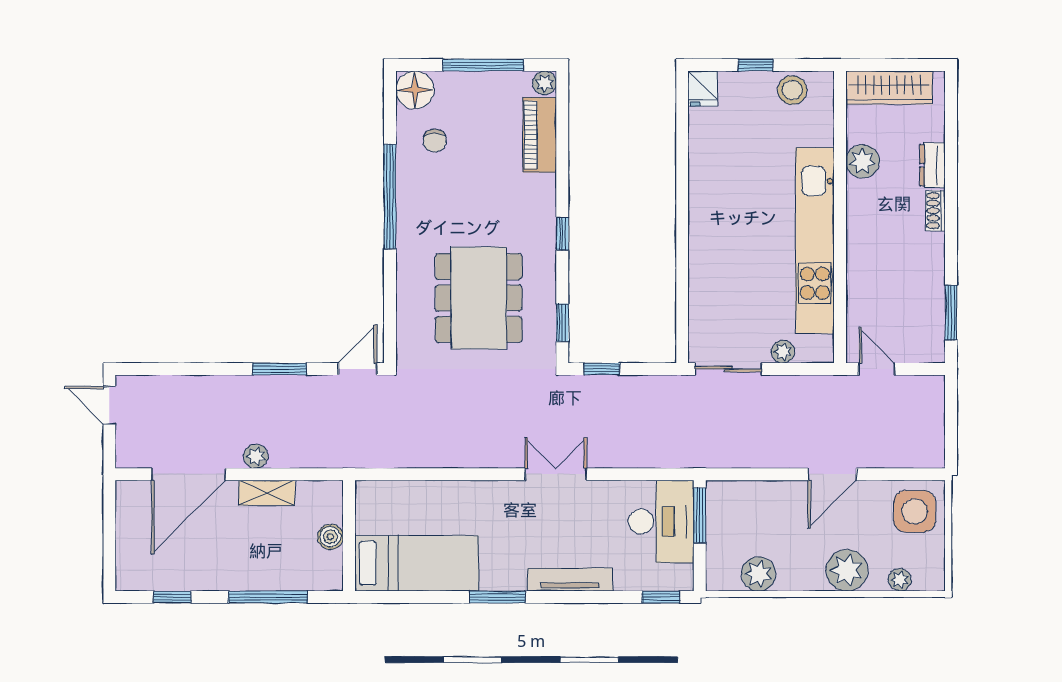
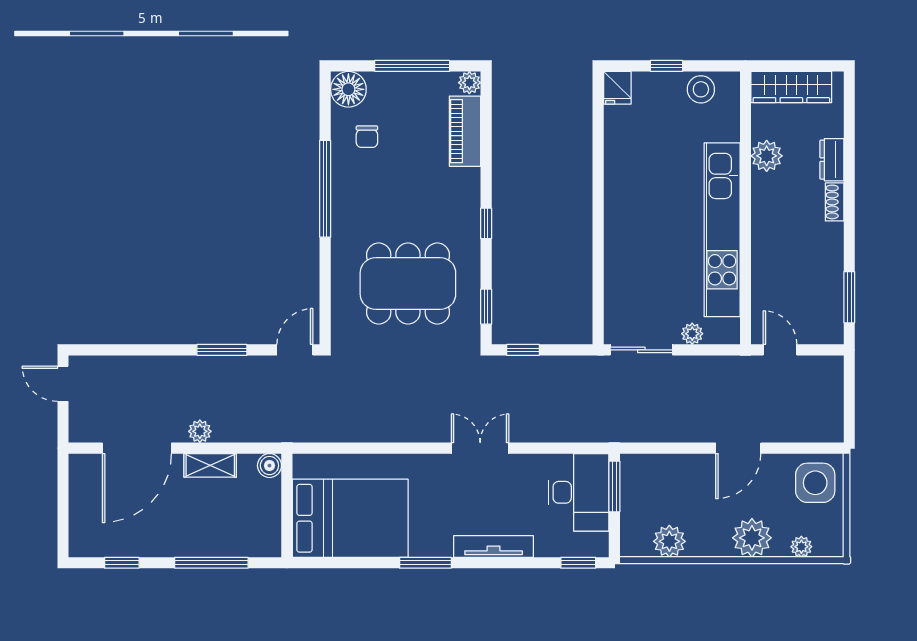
dining table: (479, 298) -> (408, 284), turned 90
boiler: (330, 537) -> (269, 466), moved
bed: (417, 563) -> (350, 518), width x1.50

